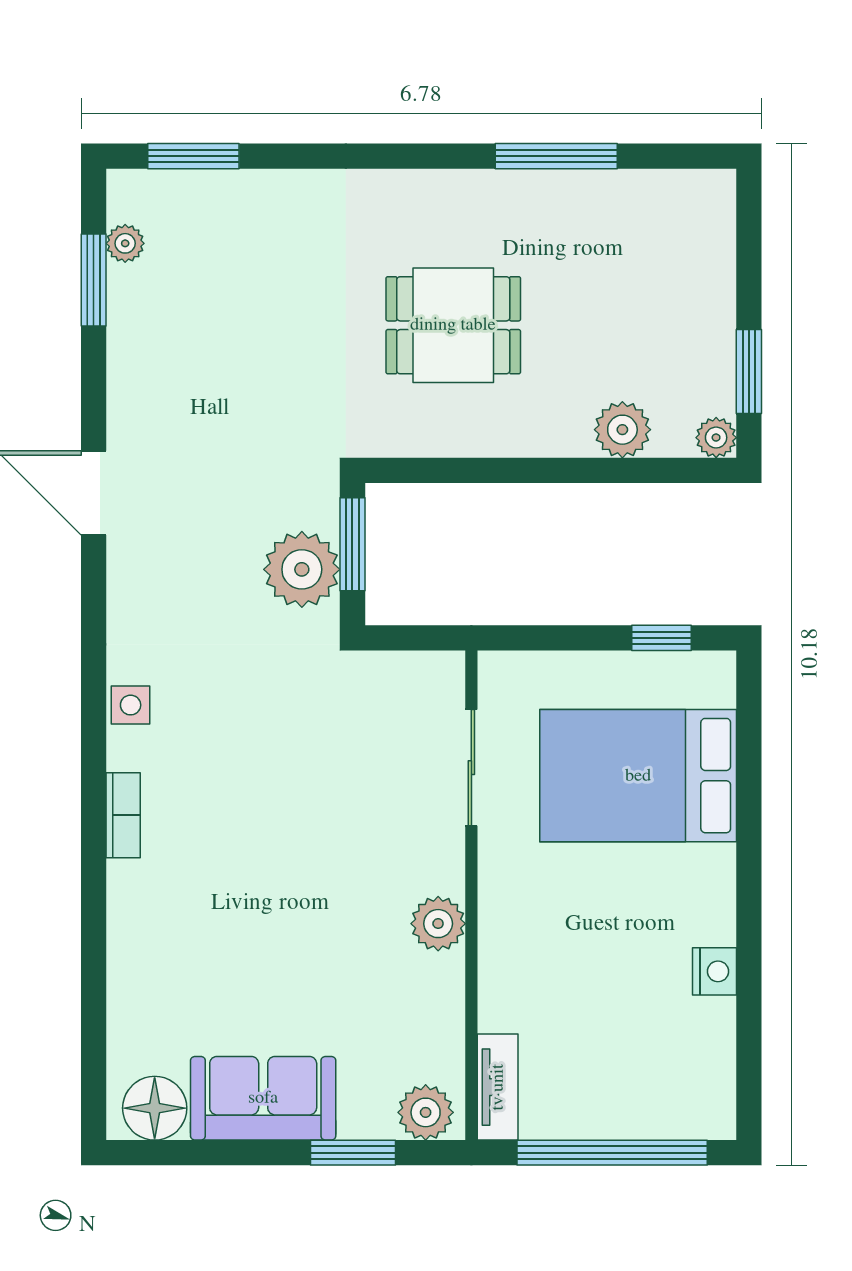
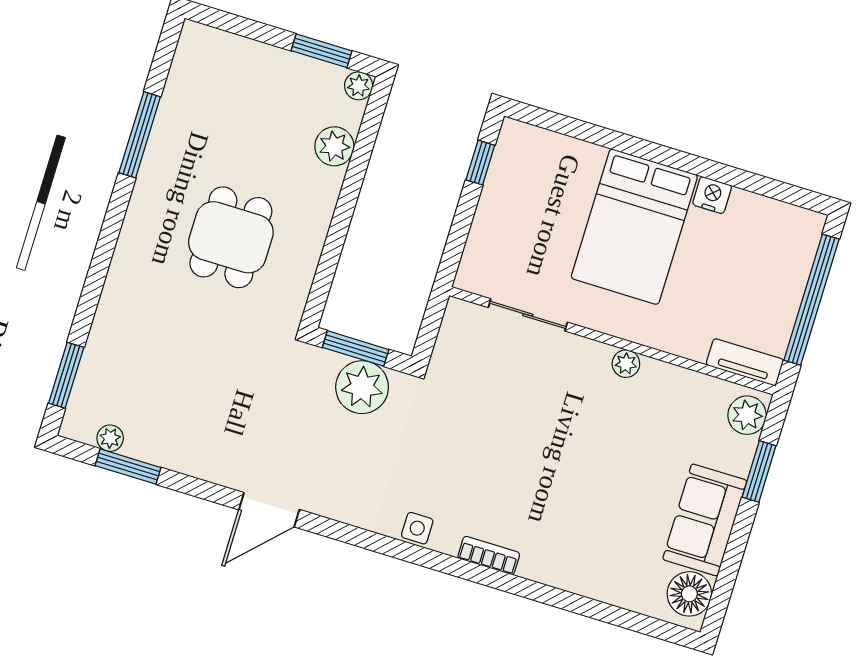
bed: (638, 776) -> (634, 227), moved
plant: (438, 924) -> (626, 364), width x0.73, depth x0.73

